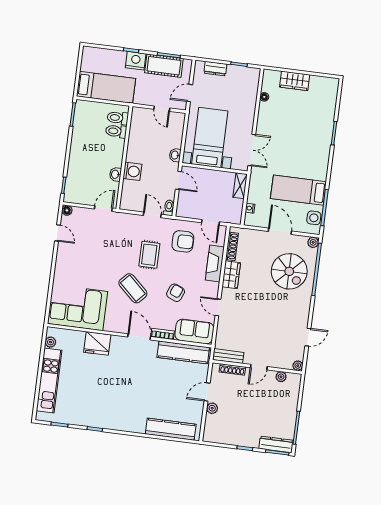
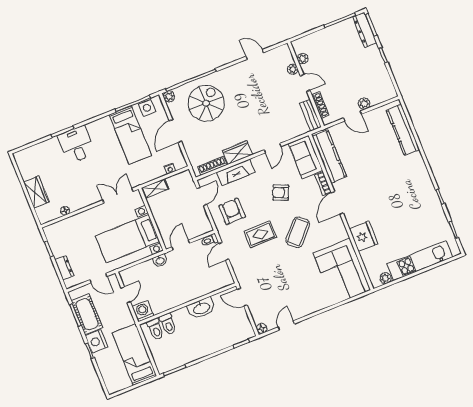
desk: (316, 139) -> (76, 145), added
washing machine: (132, 171) -> (143, 311), moved
washbasin: (115, 174) -> (201, 308), width x1.91, depth x1.45
plant: (298, 366) -> (293, 69), moved

